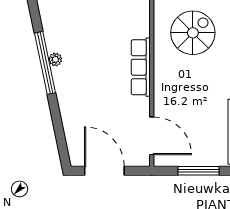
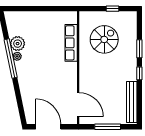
plant: (56, 39) -> (18, 44), added
row of seats: (141, 67) -> (71, 43), moved

